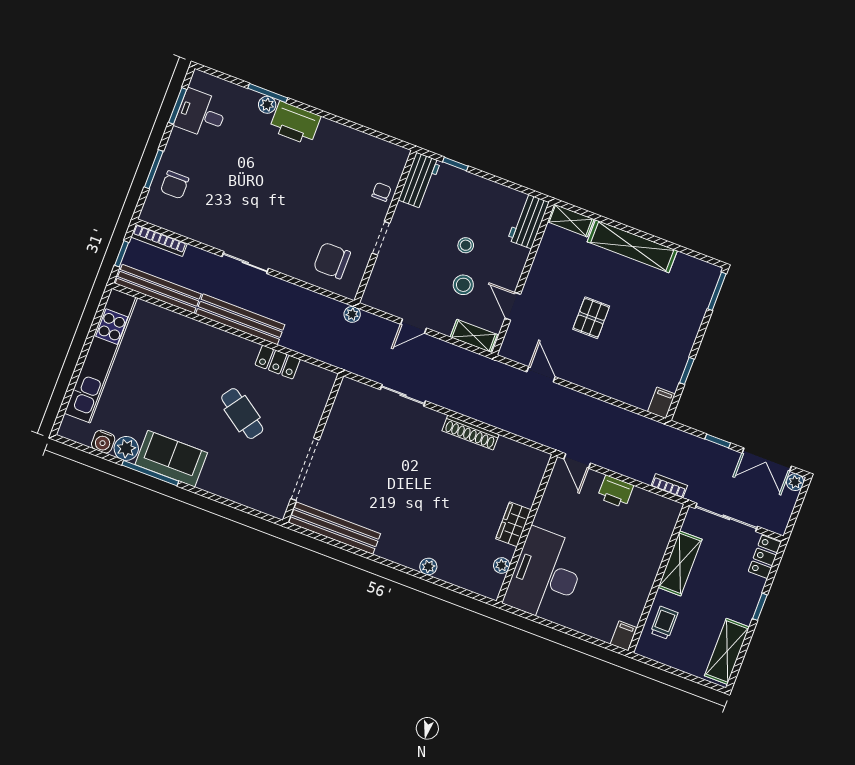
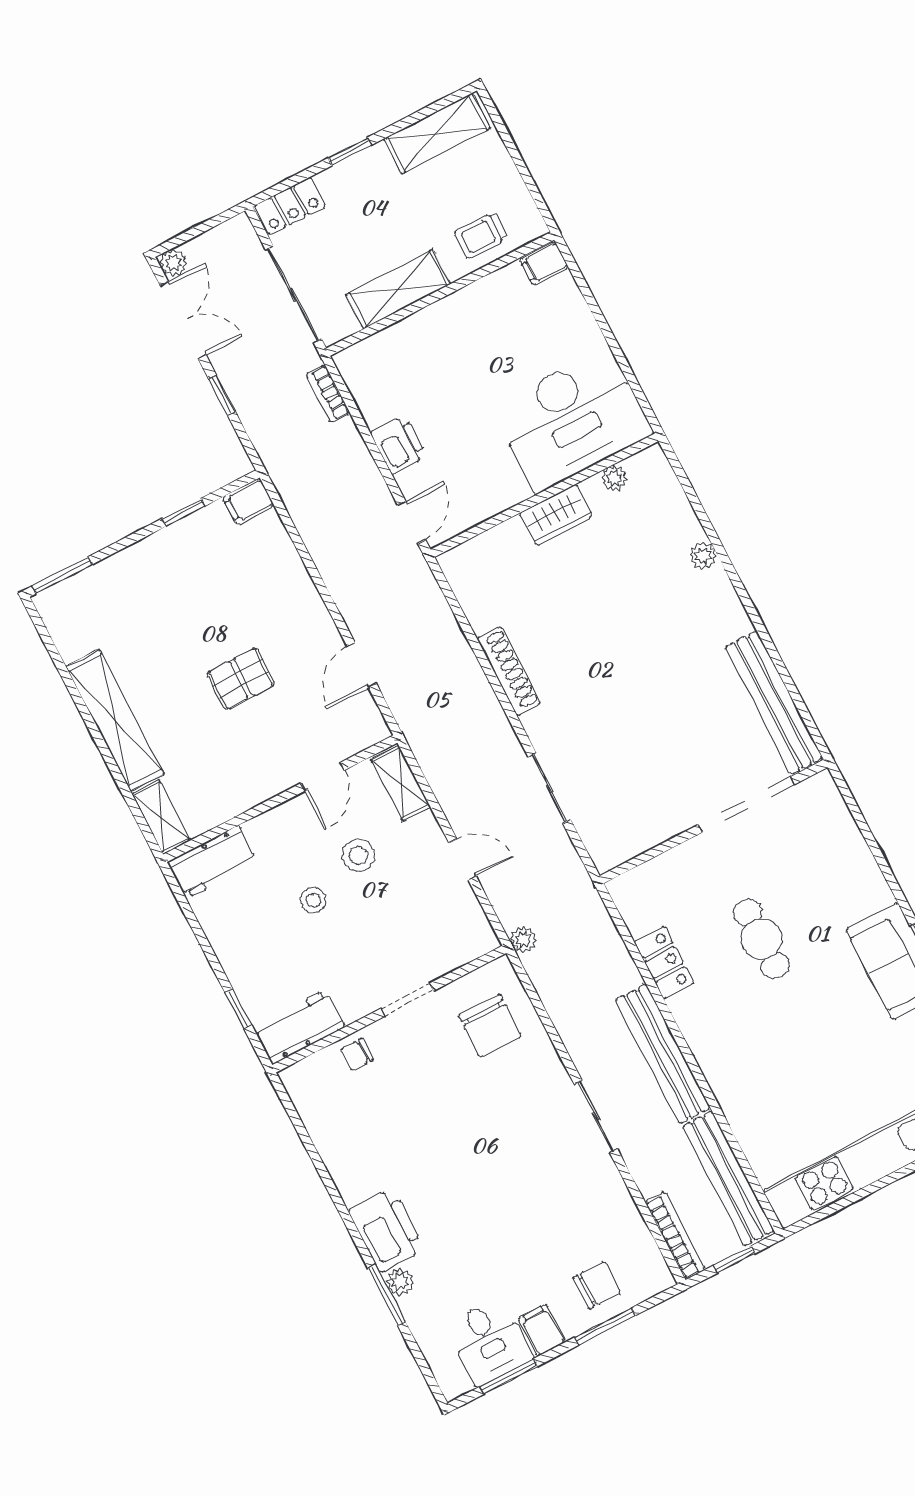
filing cabinet: (181, 141) -> (542, 1330), added
cafe table: (242, 414) -> (762, 939), turned -35

